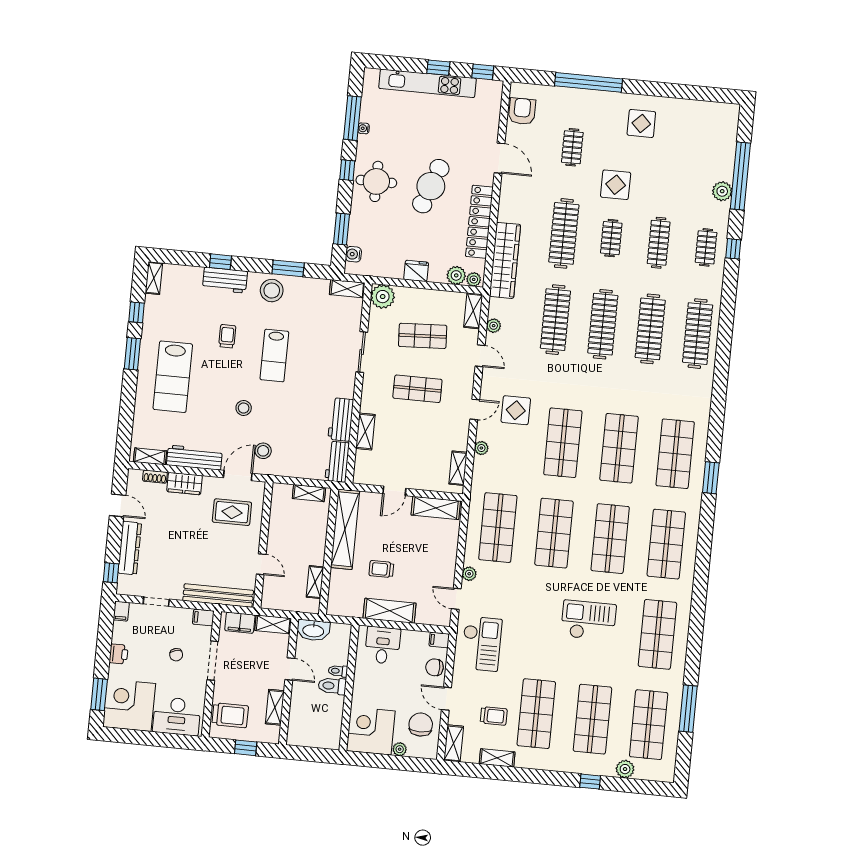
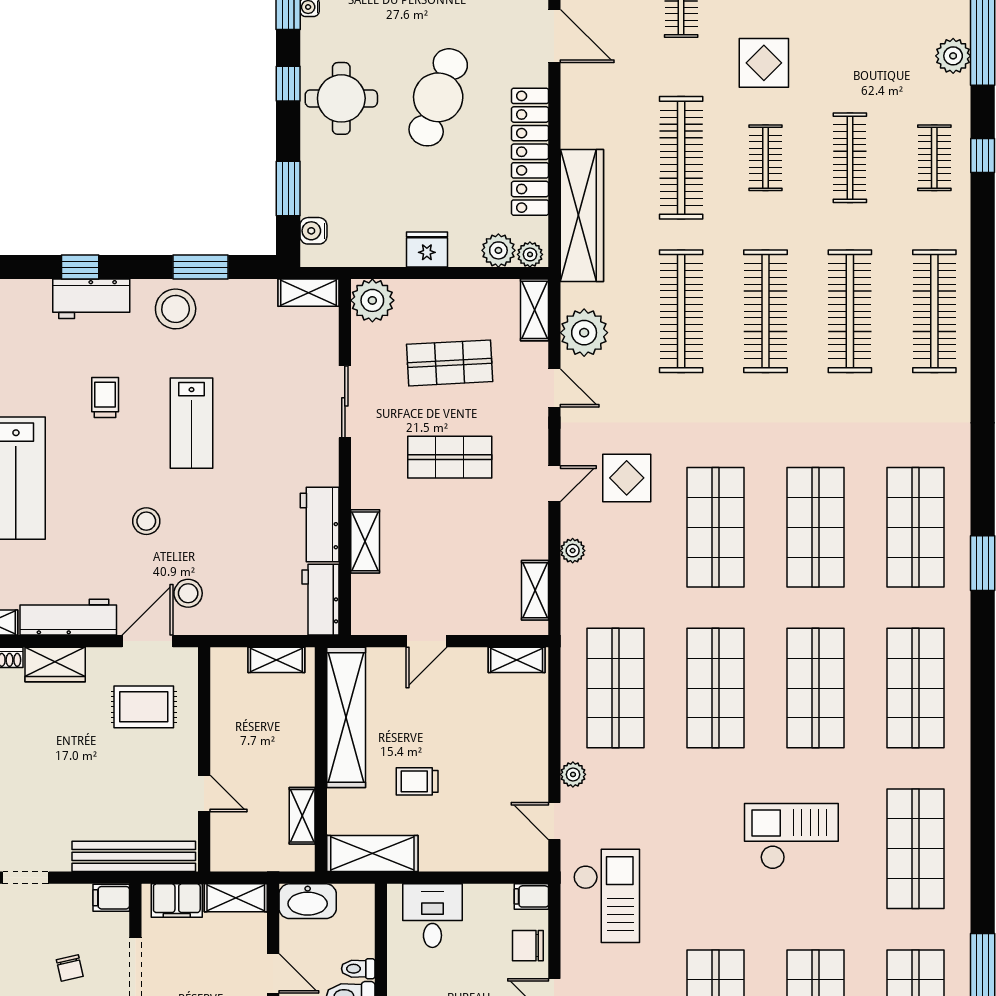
plant: (494, 326) -> (584, 333), width x1.88, depth x1.88
shelving: (436, 508) -> (517, 660), width x0.67, depth x0.75
shelving: (390, 611) -> (372, 854), moved

